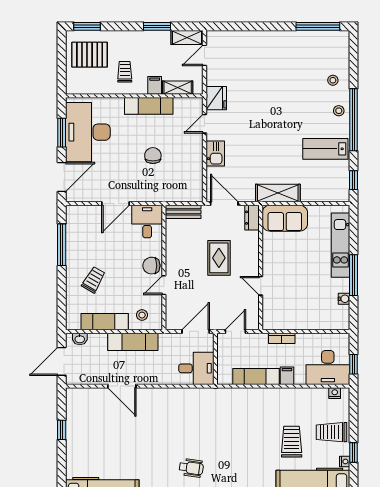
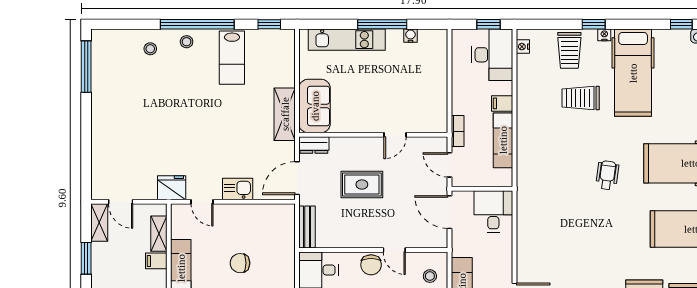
bookcase: (282, 338) -> (458, 131), moved
wheelchair: (191, 468) -> (607, 175), moved

